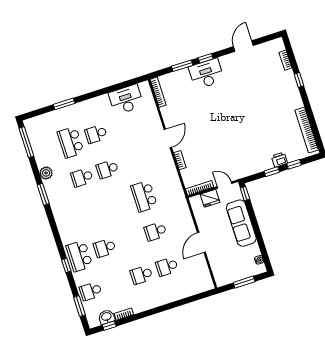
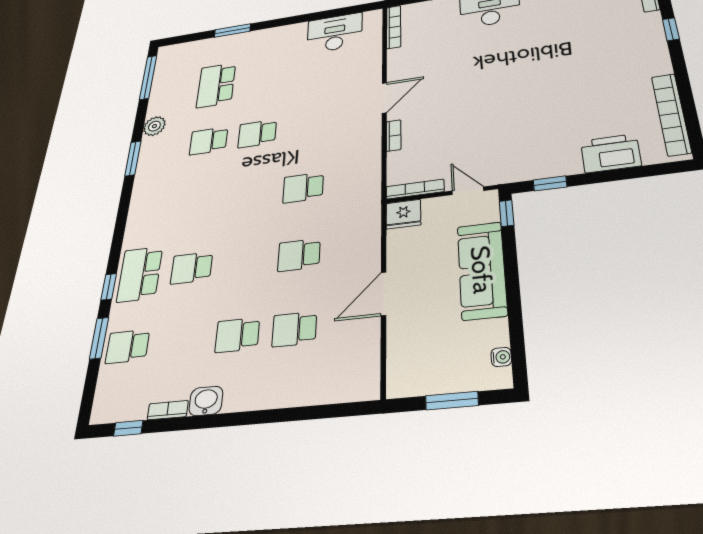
school desk: (96, 134) -> (263, 78), removed
printer: (279, 160) -> (611, 153), width x1.87, depth x1.48
window: (294, 164) -> (630, 173), removed
window: (272, 172) -> (550, 183), moved
school desk: (144, 196) -> (303, 188), width x0.54
fridge: (210, 198) -> (403, 214), moved
window: (79, 306) -> (99, 338), moved
washbasin: (106, 317) -> (206, 401), moved

